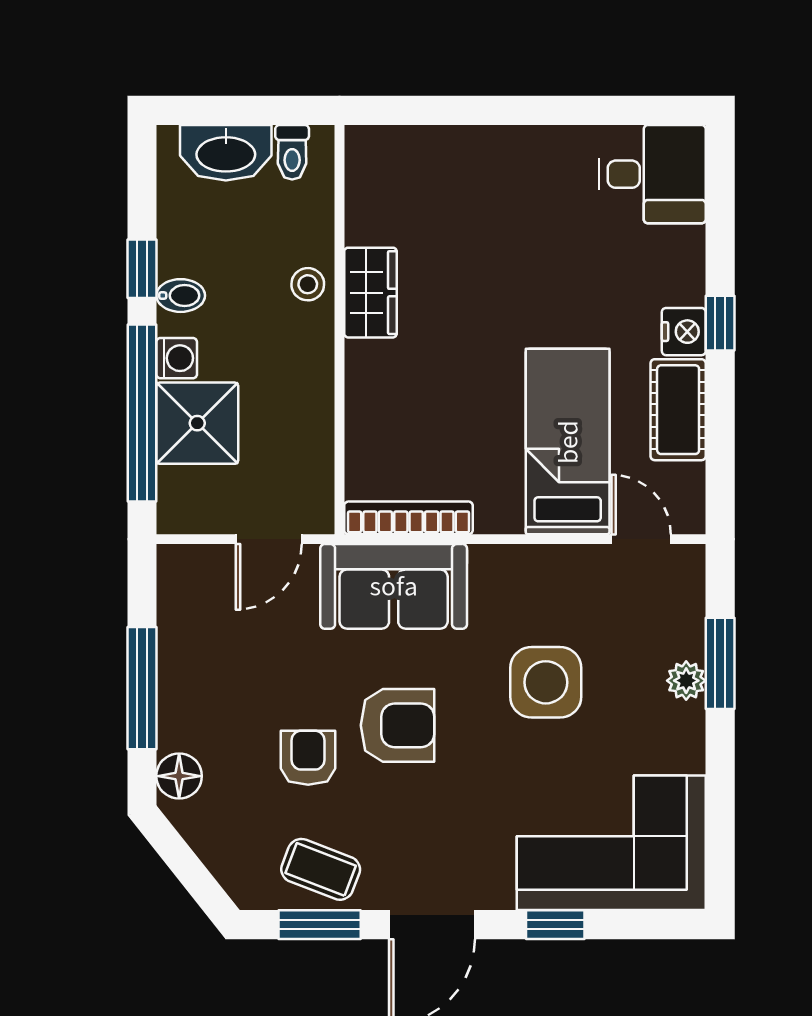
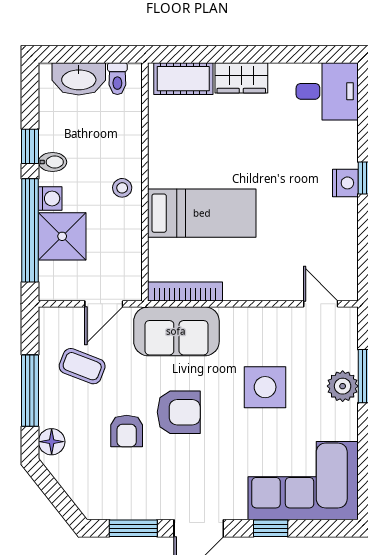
stool: (308, 284) -> (122, 188), moved
wardrobe: (370, 293) -> (241, 78), moved, turned 90
cot: (678, 410) -> (183, 79), moved, turned 90
bed: (568, 442) -> (202, 213), moved, turned 90
plant: (686, 681) -> (343, 386), width x1.38, depth x1.38
armchair: (308, 758) -> (127, 431), turned 180
coffee table: (321, 869) -> (82, 366), moved

